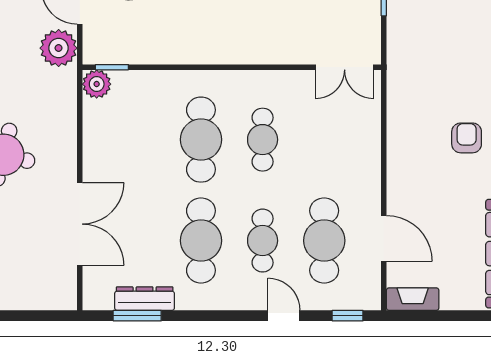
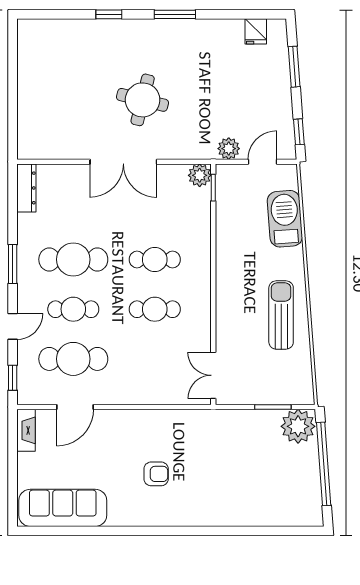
plant: (59, 48) -> (229, 149), width x0.73, depth x0.73
cafe table: (201, 140) -> (155, 259), width x0.73, depth x0.74
double door: (80, 224) -> (123, 162), moved
dresser: (145, 299) -> (26, 188), moved
window: (137, 316) -> (13, 264), moved

